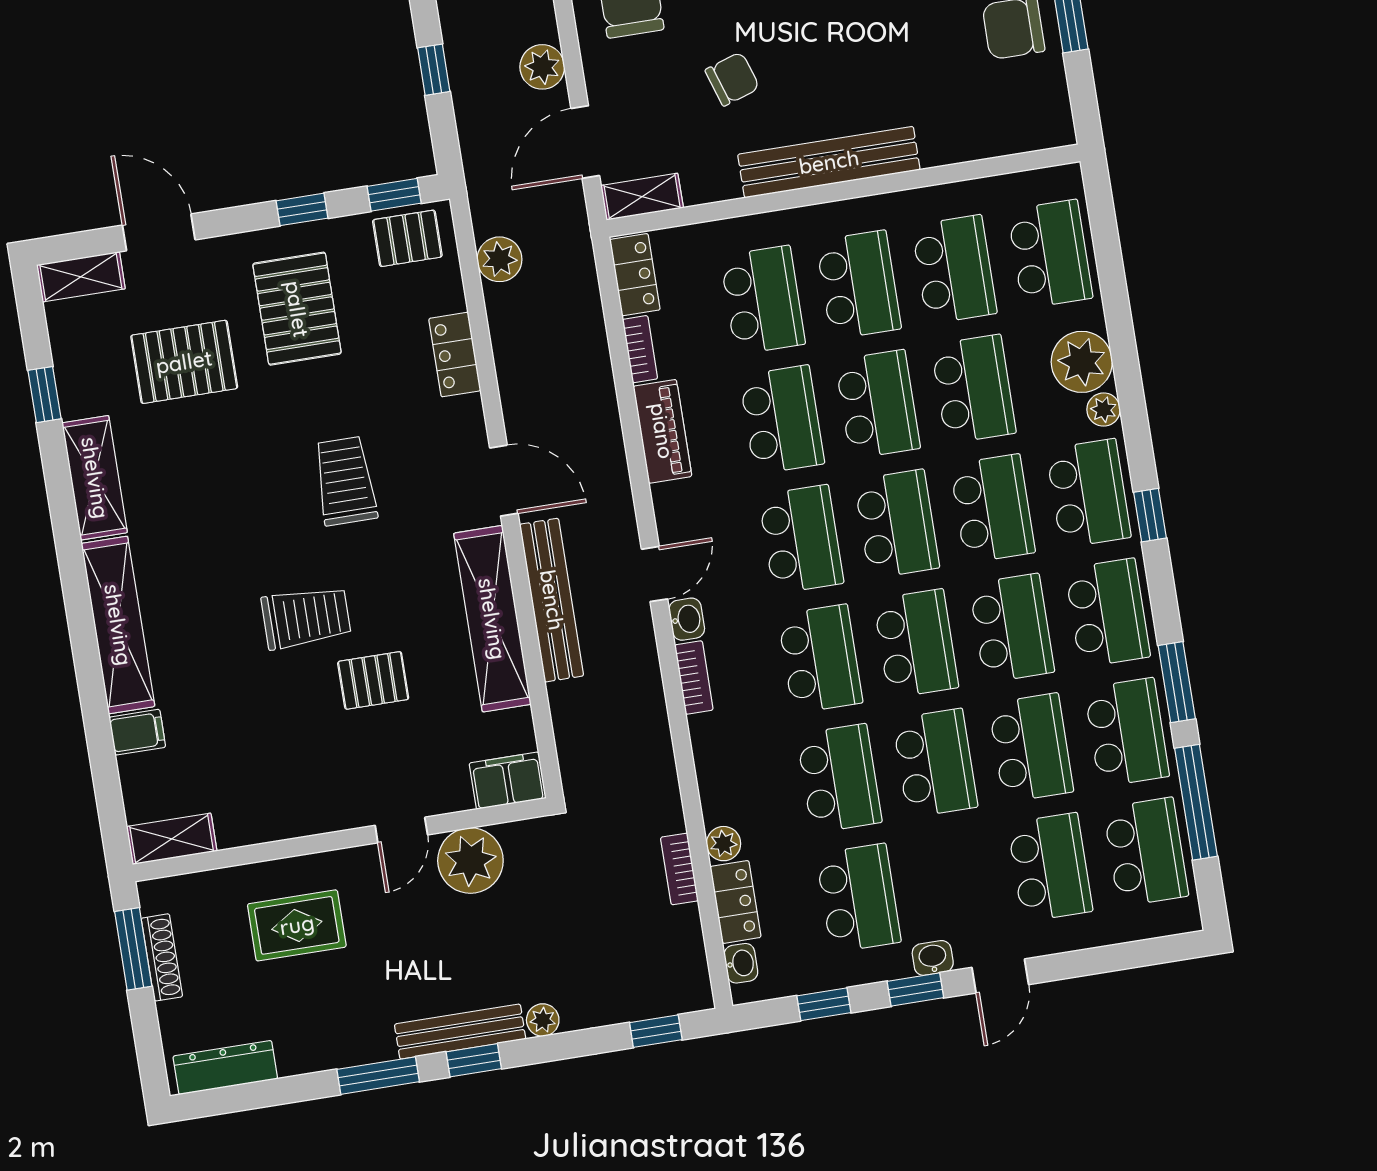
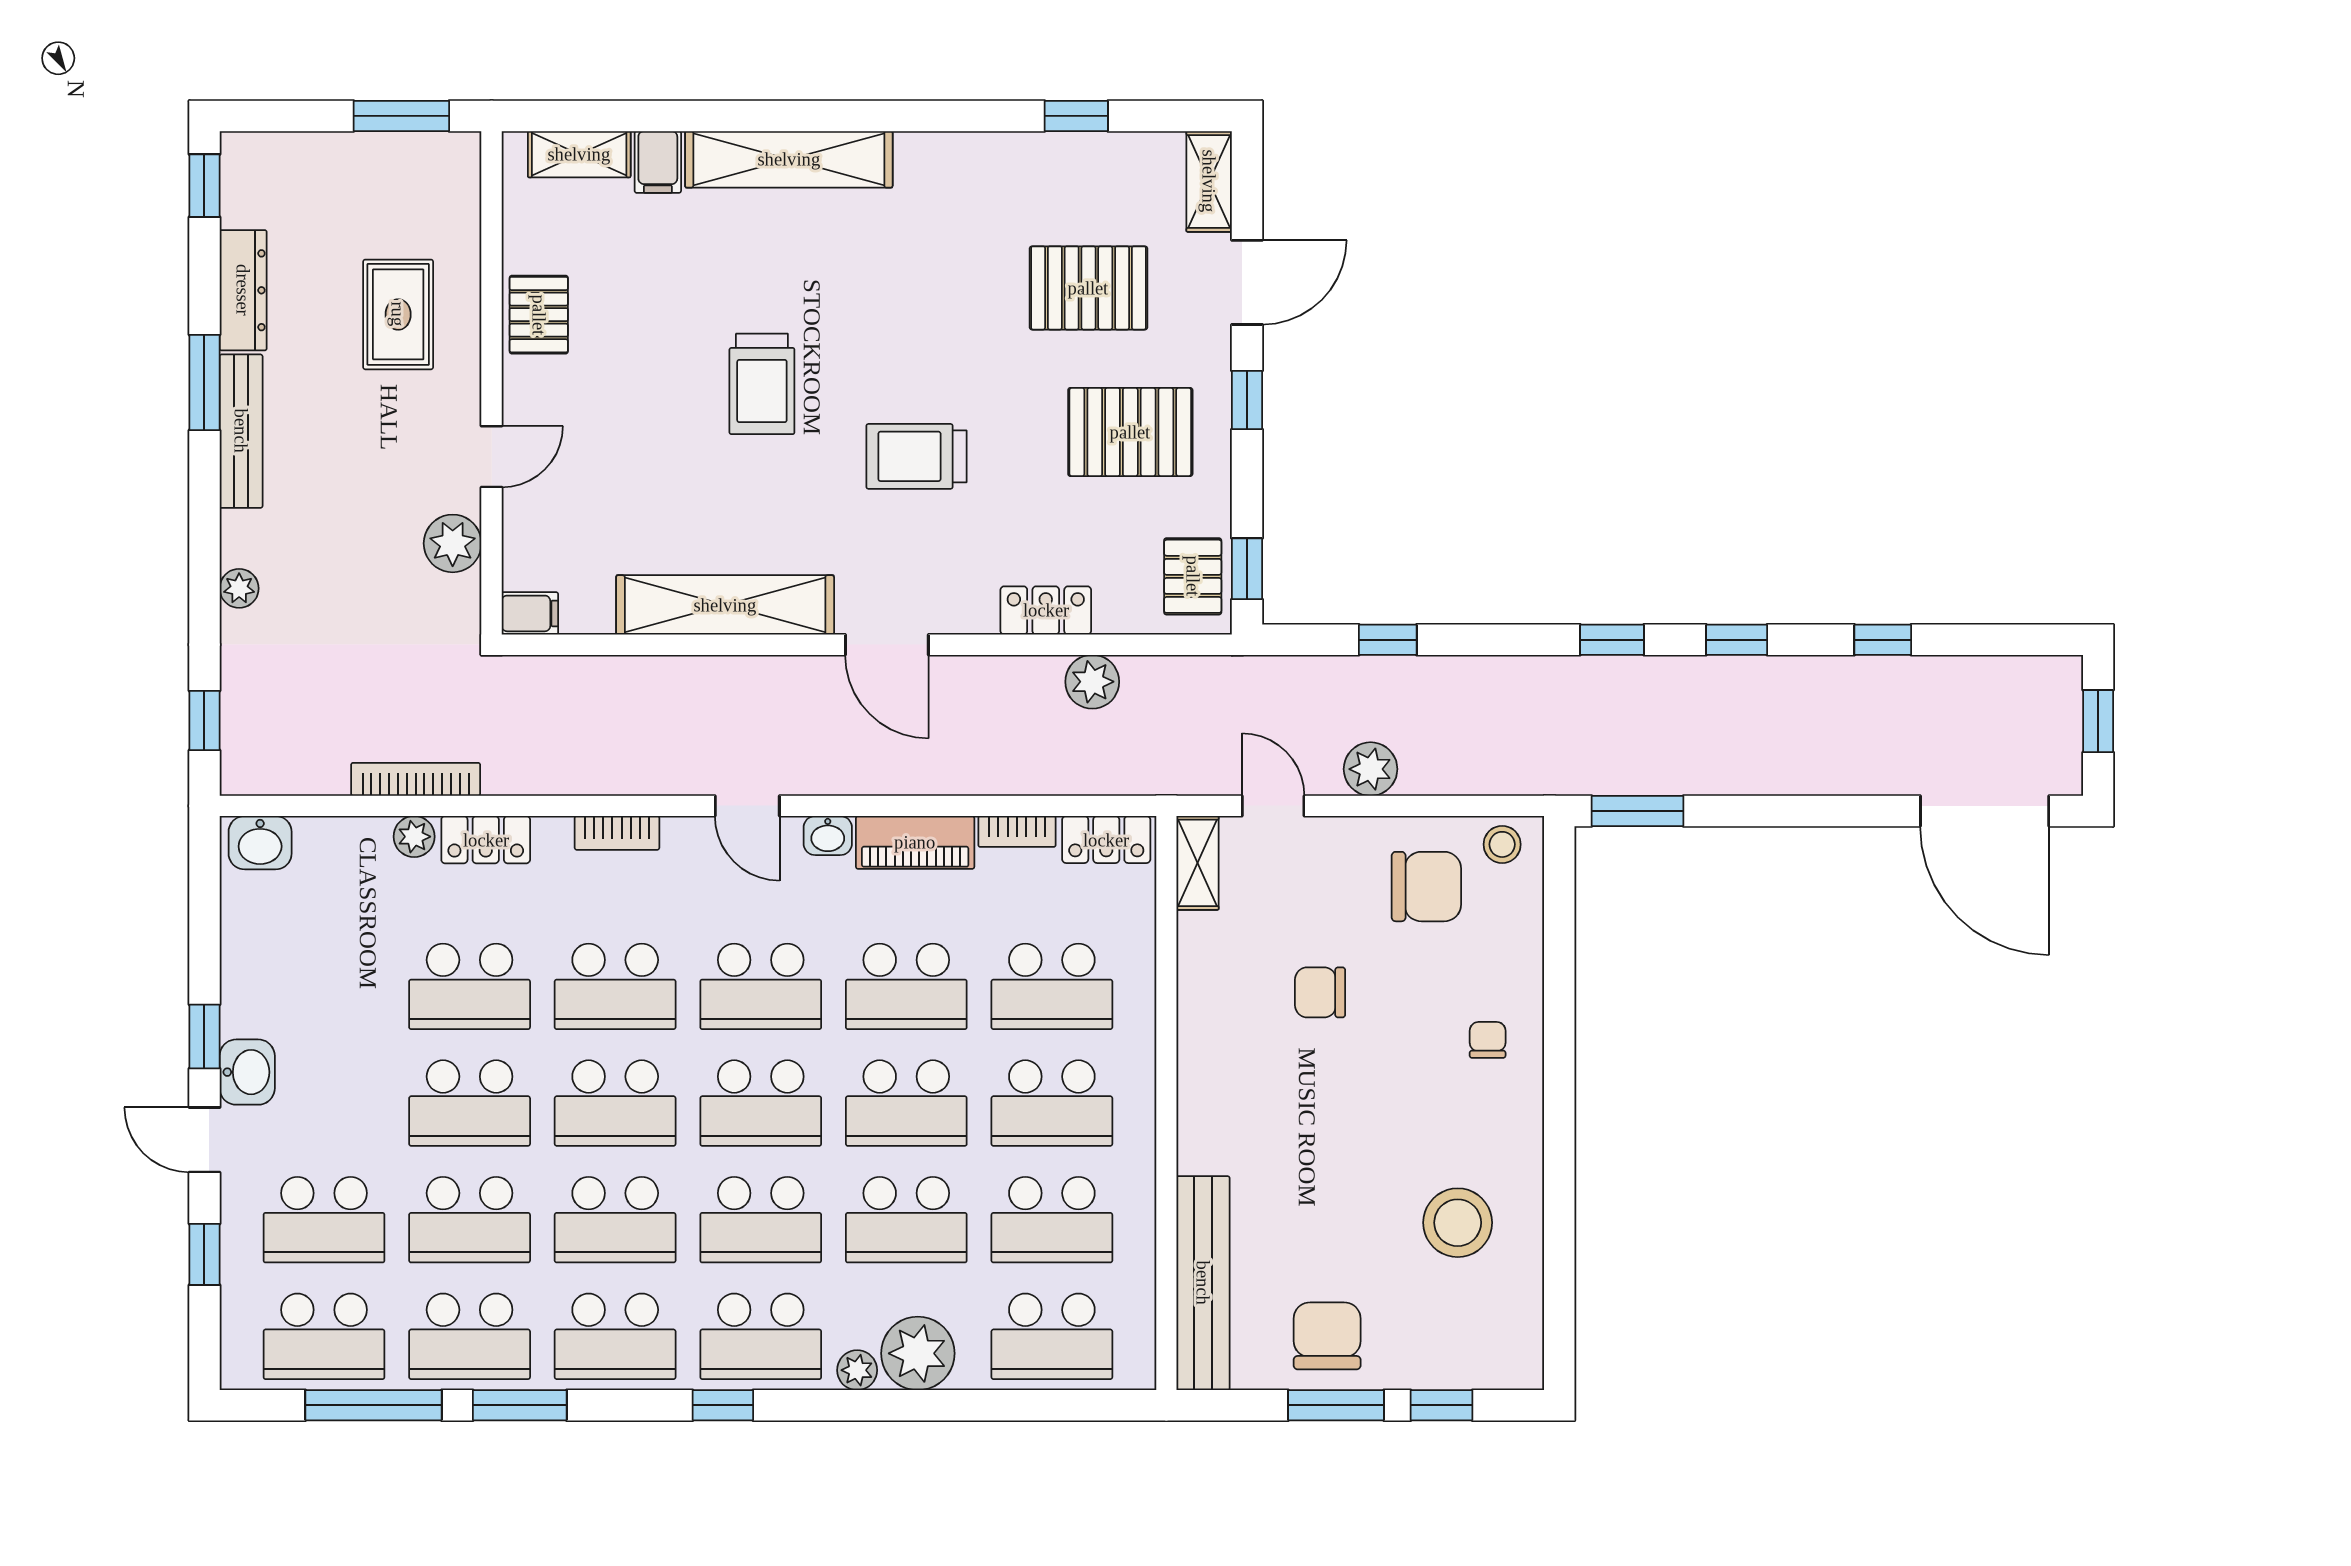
chair: (732, 79) -> (1320, 992), turned 108
door: (585, 142) -> (1273, 806), width x0.73
bench: (829, 162) -> (1203, 1283), moved
window: (302, 209) -> (1247, 400), moved
plant: (500, 259) -> (1092, 682), moved
pallet: (184, 362) -> (1088, 288), turned 90
shelving: (95, 478) -> (968, 160), removed
trolley: (345, 481) -> (917, 456), turned 180
door: (504, 481) -> (887, 645), hinge flipped
bench: (552, 600) -> (736, 679), removed
washbasin: (687, 619) -> (828, 836), moved
pallet: (373, 680) -> (539, 315), moved
filing cabinet: (508, 781) -> (530, 613), width x0.50
door: (401, 830) -> (492, 457), swing flipped
shelving: (172, 839) -> (579, 154), moved, turned 90
plant: (470, 861) -> (453, 543), width x0.73, depth x0.73
bookcase: (679, 869) -> (416, 779), width x1.56
school desk: (858, 898) -> (324, 986), removed
locker: (736, 902) -> (486, 840), moved
shoe rack: (162, 957) -> (386, 148), removed
washbasin: (933, 958) -> (247, 1072), width x1.38, depth x1.45
washbasin: (741, 963) -> (260, 843), width x1.38, depth x1.45
window: (824, 1004) -> (204, 1254), moved
bench: (460, 1032) -> (241, 431), moved
window: (474, 1060) -> (204, 186), moved
dresser: (225, 1068) -> (243, 290), moved

